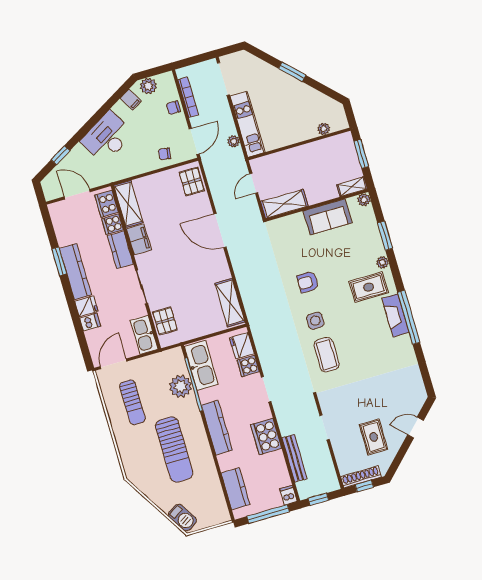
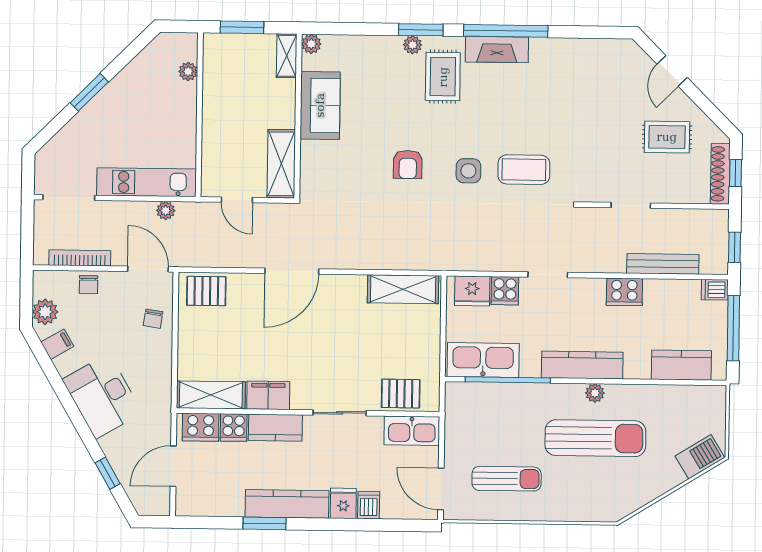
window: (385, 236) -> (421, 30), moved
plant: (181, 386) -> (595, 393), moved, width x0.53, depth x0.53
cooker: (266, 436) -> (624, 292), width x0.73, depth x0.76

